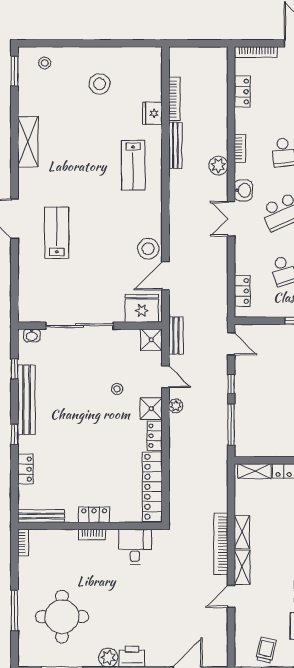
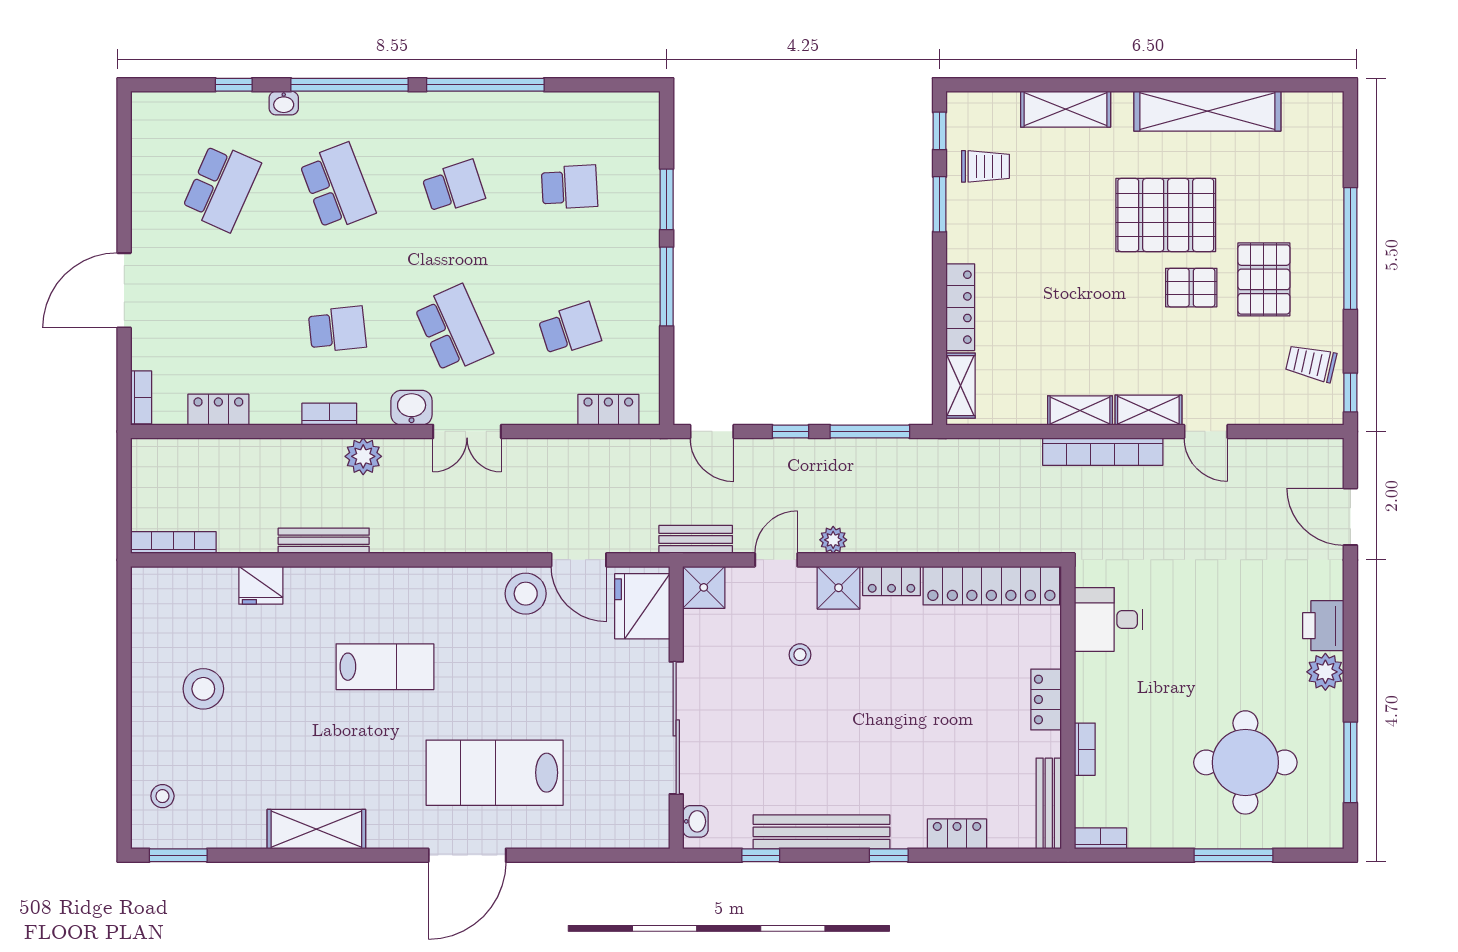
bookcase: (256, 52) -> (141, 397), width x0.64
bookcase: (174, 99) -> (173, 543), moved
lab bench: (133, 165) -> (385, 667), moved
lab bench: (57, 233) -> (495, 773), width x1.36, depth x1.39
door: (231, 344) -> (712, 431), swing flipped
bookcase: (92, 535) -> (1085, 749), moved

